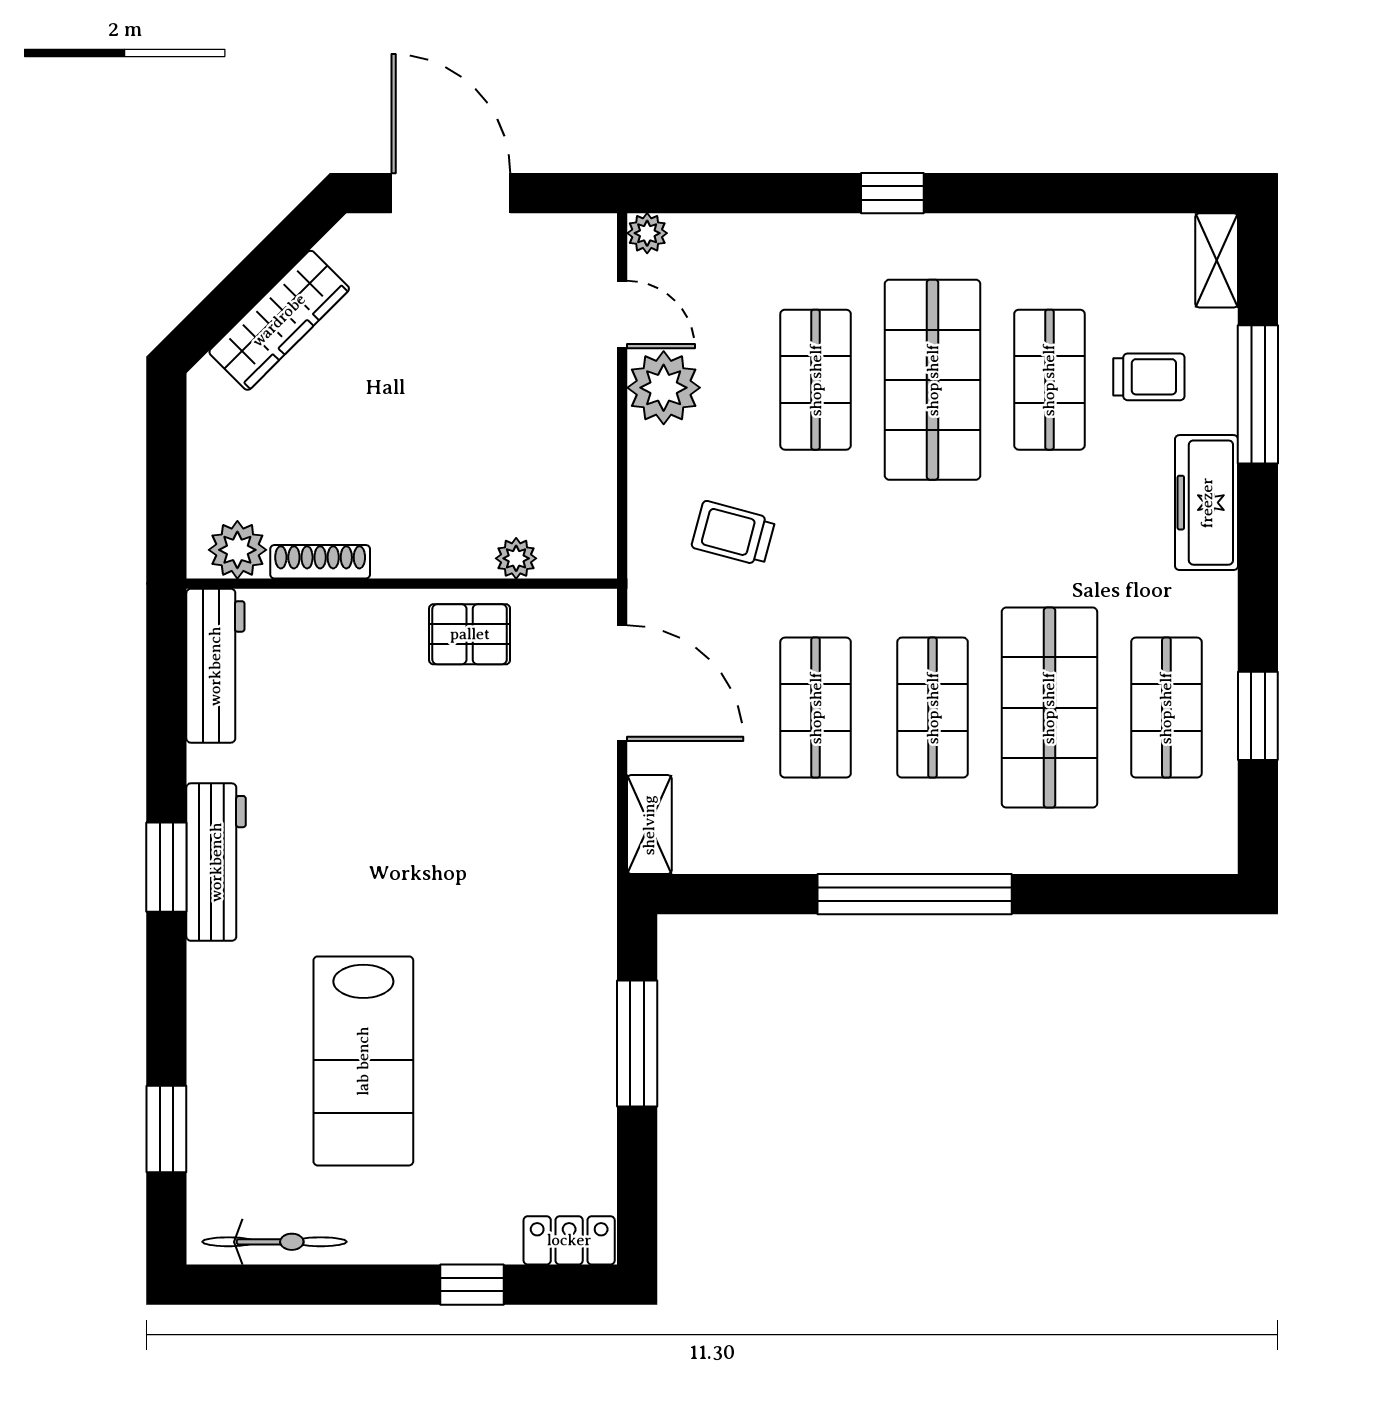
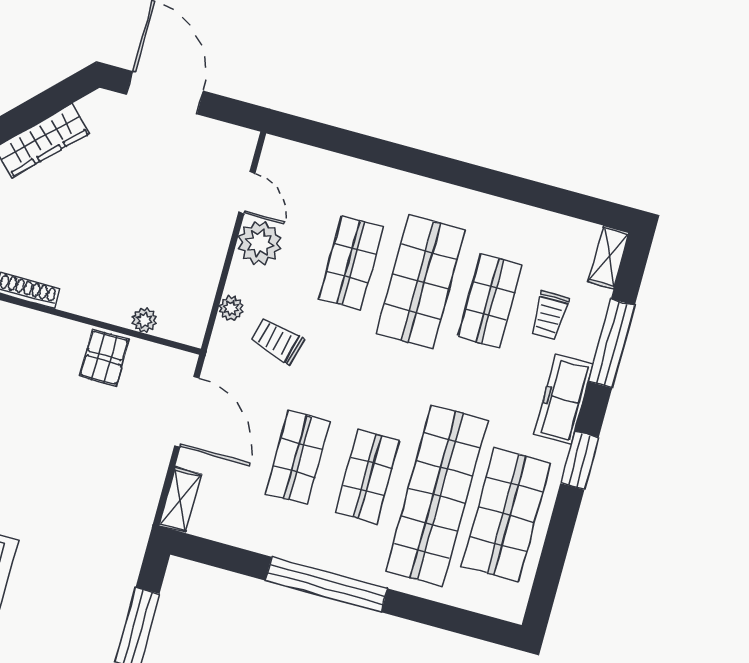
window: (892, 193) -> (427, 164), removed
plant: (647, 233) -> (231, 308), moved
trolley: (1149, 377) -> (550, 315), turned 90
pallet: (470, 634) -> (104, 358), turned 90
shop shelf: (1049, 708) -> (437, 496), width x1.40
shop shelf: (1166, 708) -> (506, 515), width x1.43, depth x1.36
window: (1258, 716) -> (580, 460), moved

